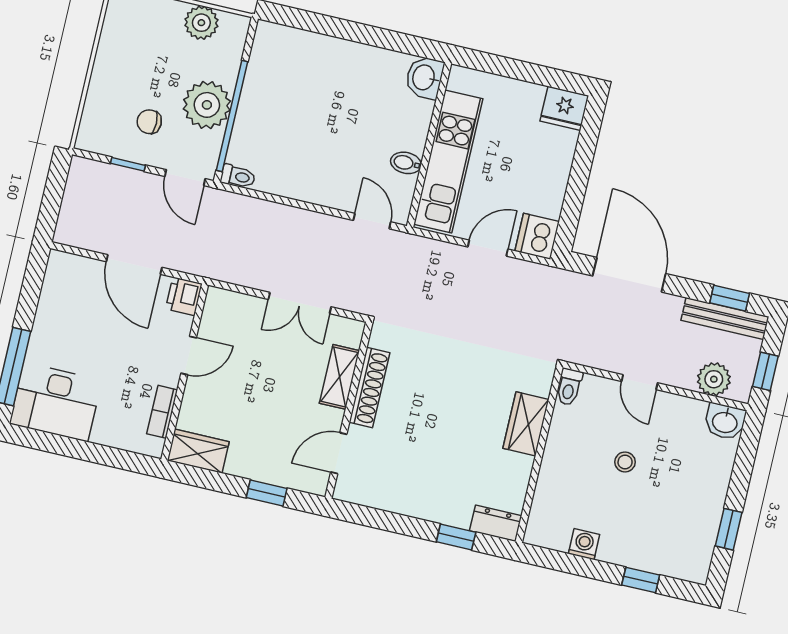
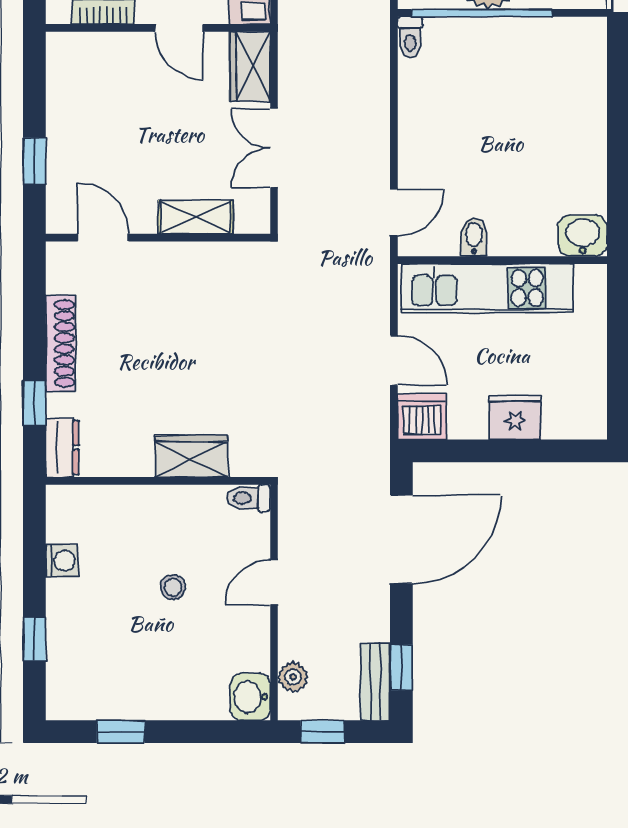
fridge: (564, 108) -> (515, 417), moved, turned 90
bench: (725, 318) -> (375, 682), width x0.73
plant: (714, 379) -> (293, 677), width x0.73, depth x0.73
shoe rack: (369, 388) -> (61, 343), moved, turned -90
wardrobe: (198, 451) -> (250, 67), moved, turned 180

